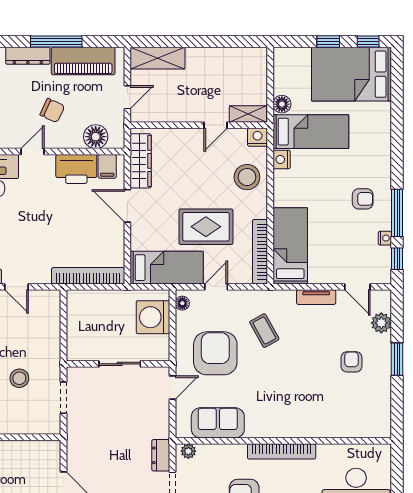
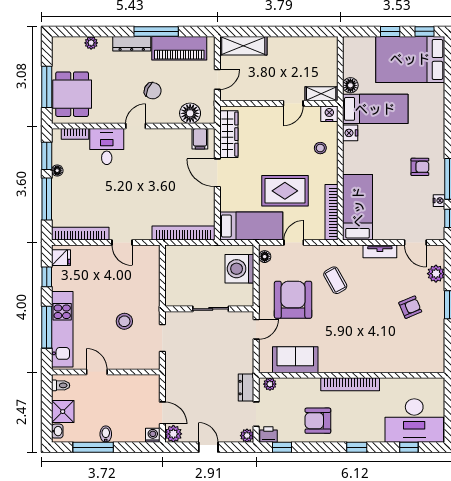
printer: (76, 169) -> (173, 141), removed
stool: (247, 177) -> (320, 148), width x0.53, depth x0.53
armchair: (351, 362) -> (410, 307), turned 67

